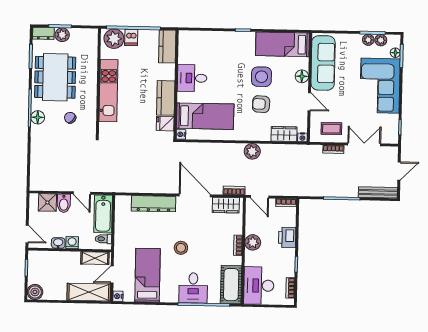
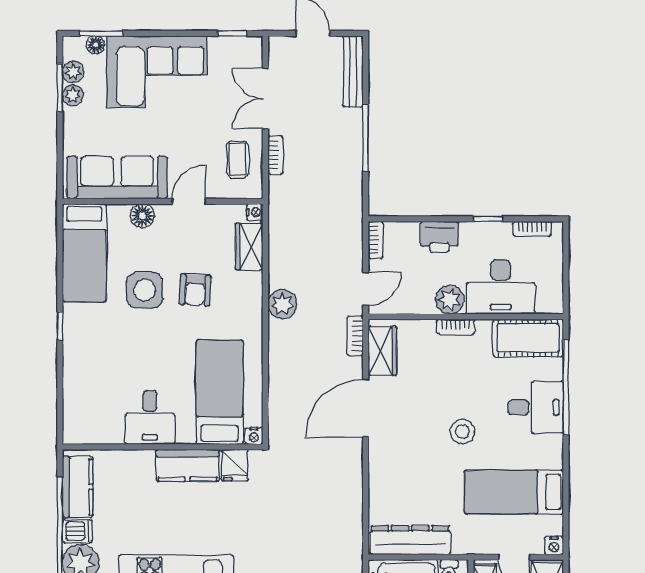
kitchen counter: (167, 46) -> (78, 487), moved, turned -90
dresser: (154, 204) -> (410, 540), moved, turned -90
desk: (259, 286) -> (501, 287), moved

